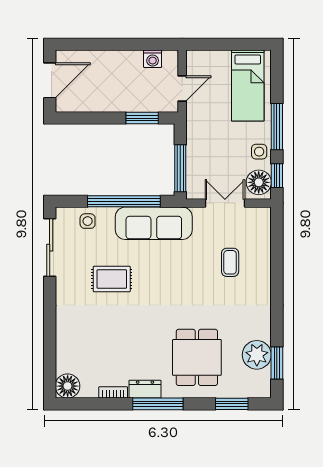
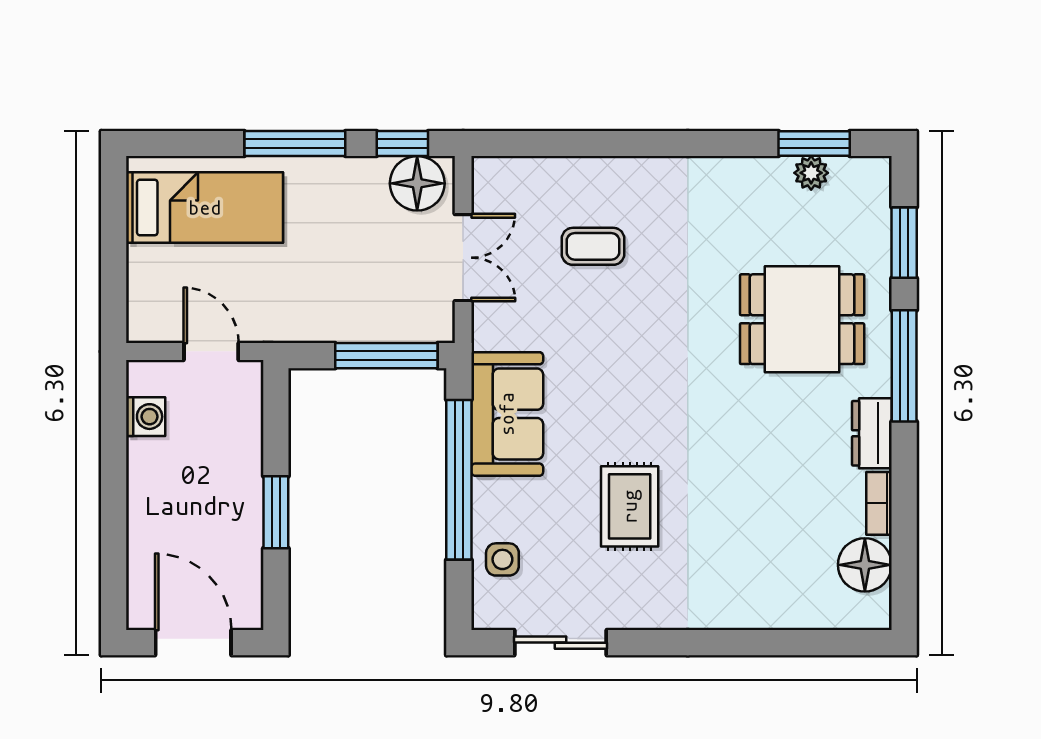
window: (142, 118) -> (276, 512), moved
side table: (259, 152) -> (350, 183), removed
double door: (225, 203) -> (463, 258), swing flipped
sofa: (154, 223) -> (507, 414), width x0.73
sliding door: (50, 248) -> (561, 643), width x0.73
plant: (257, 355) -> (811, 173), width x0.53, depth x0.53
floor lamp: (68, 386) -> (865, 565), moved
window: (158, 404) -> (904, 366), moved

